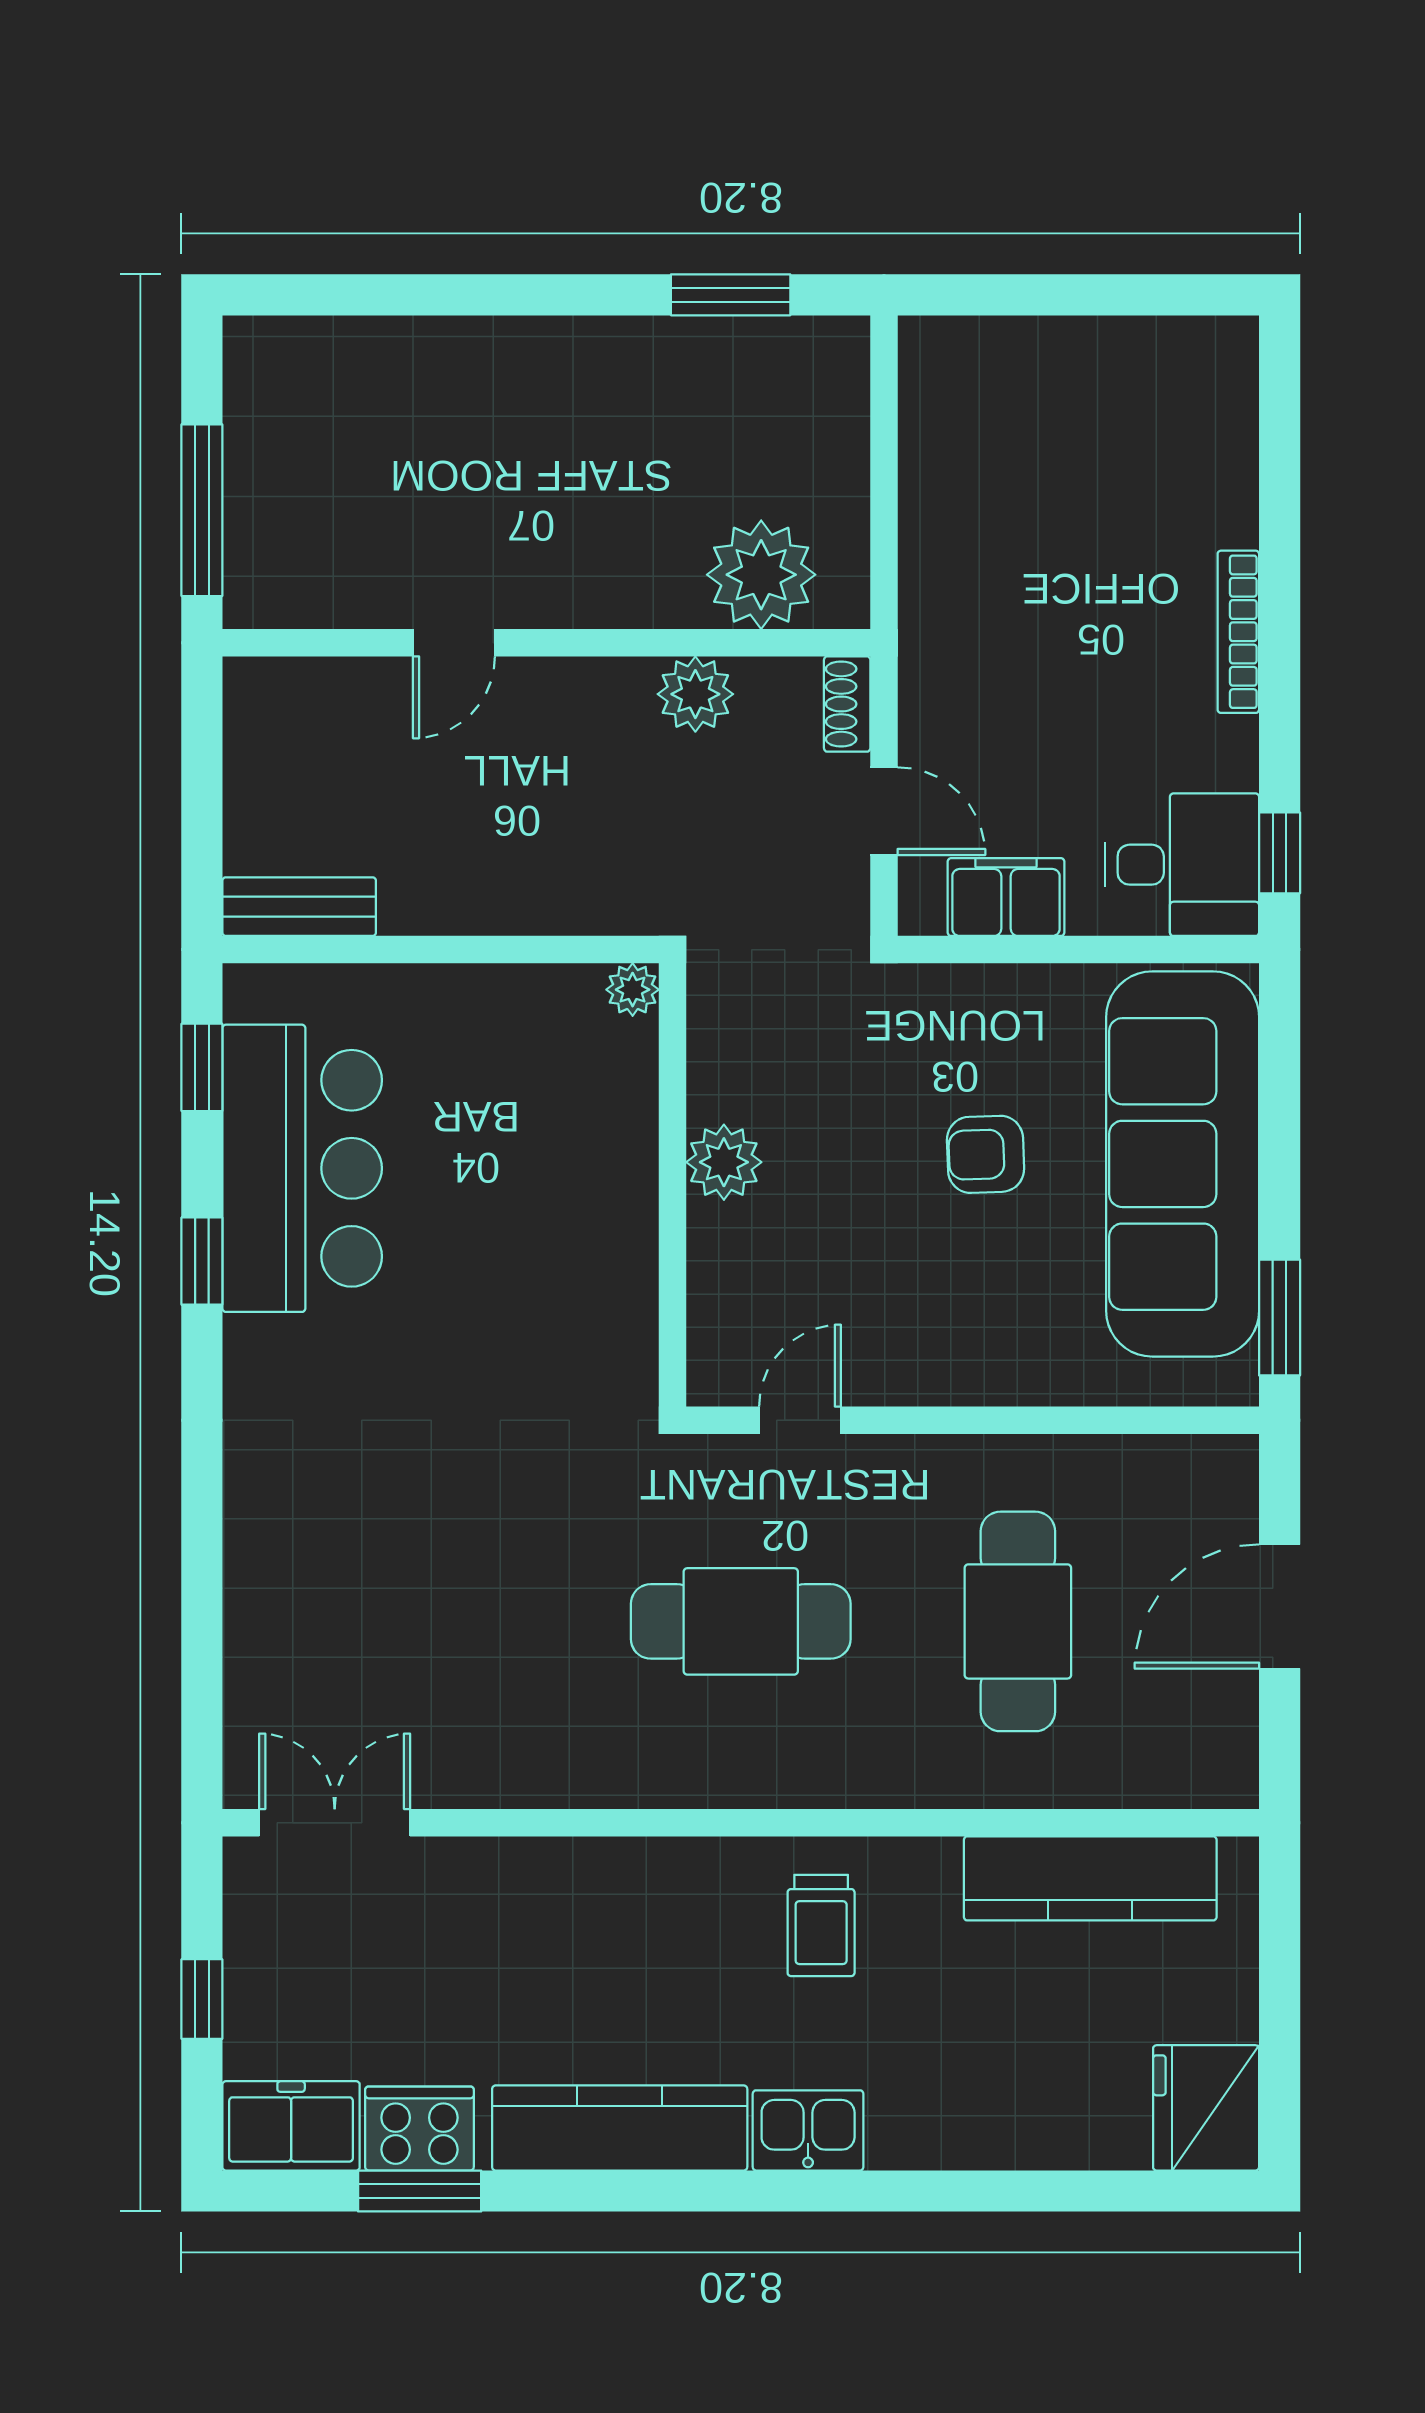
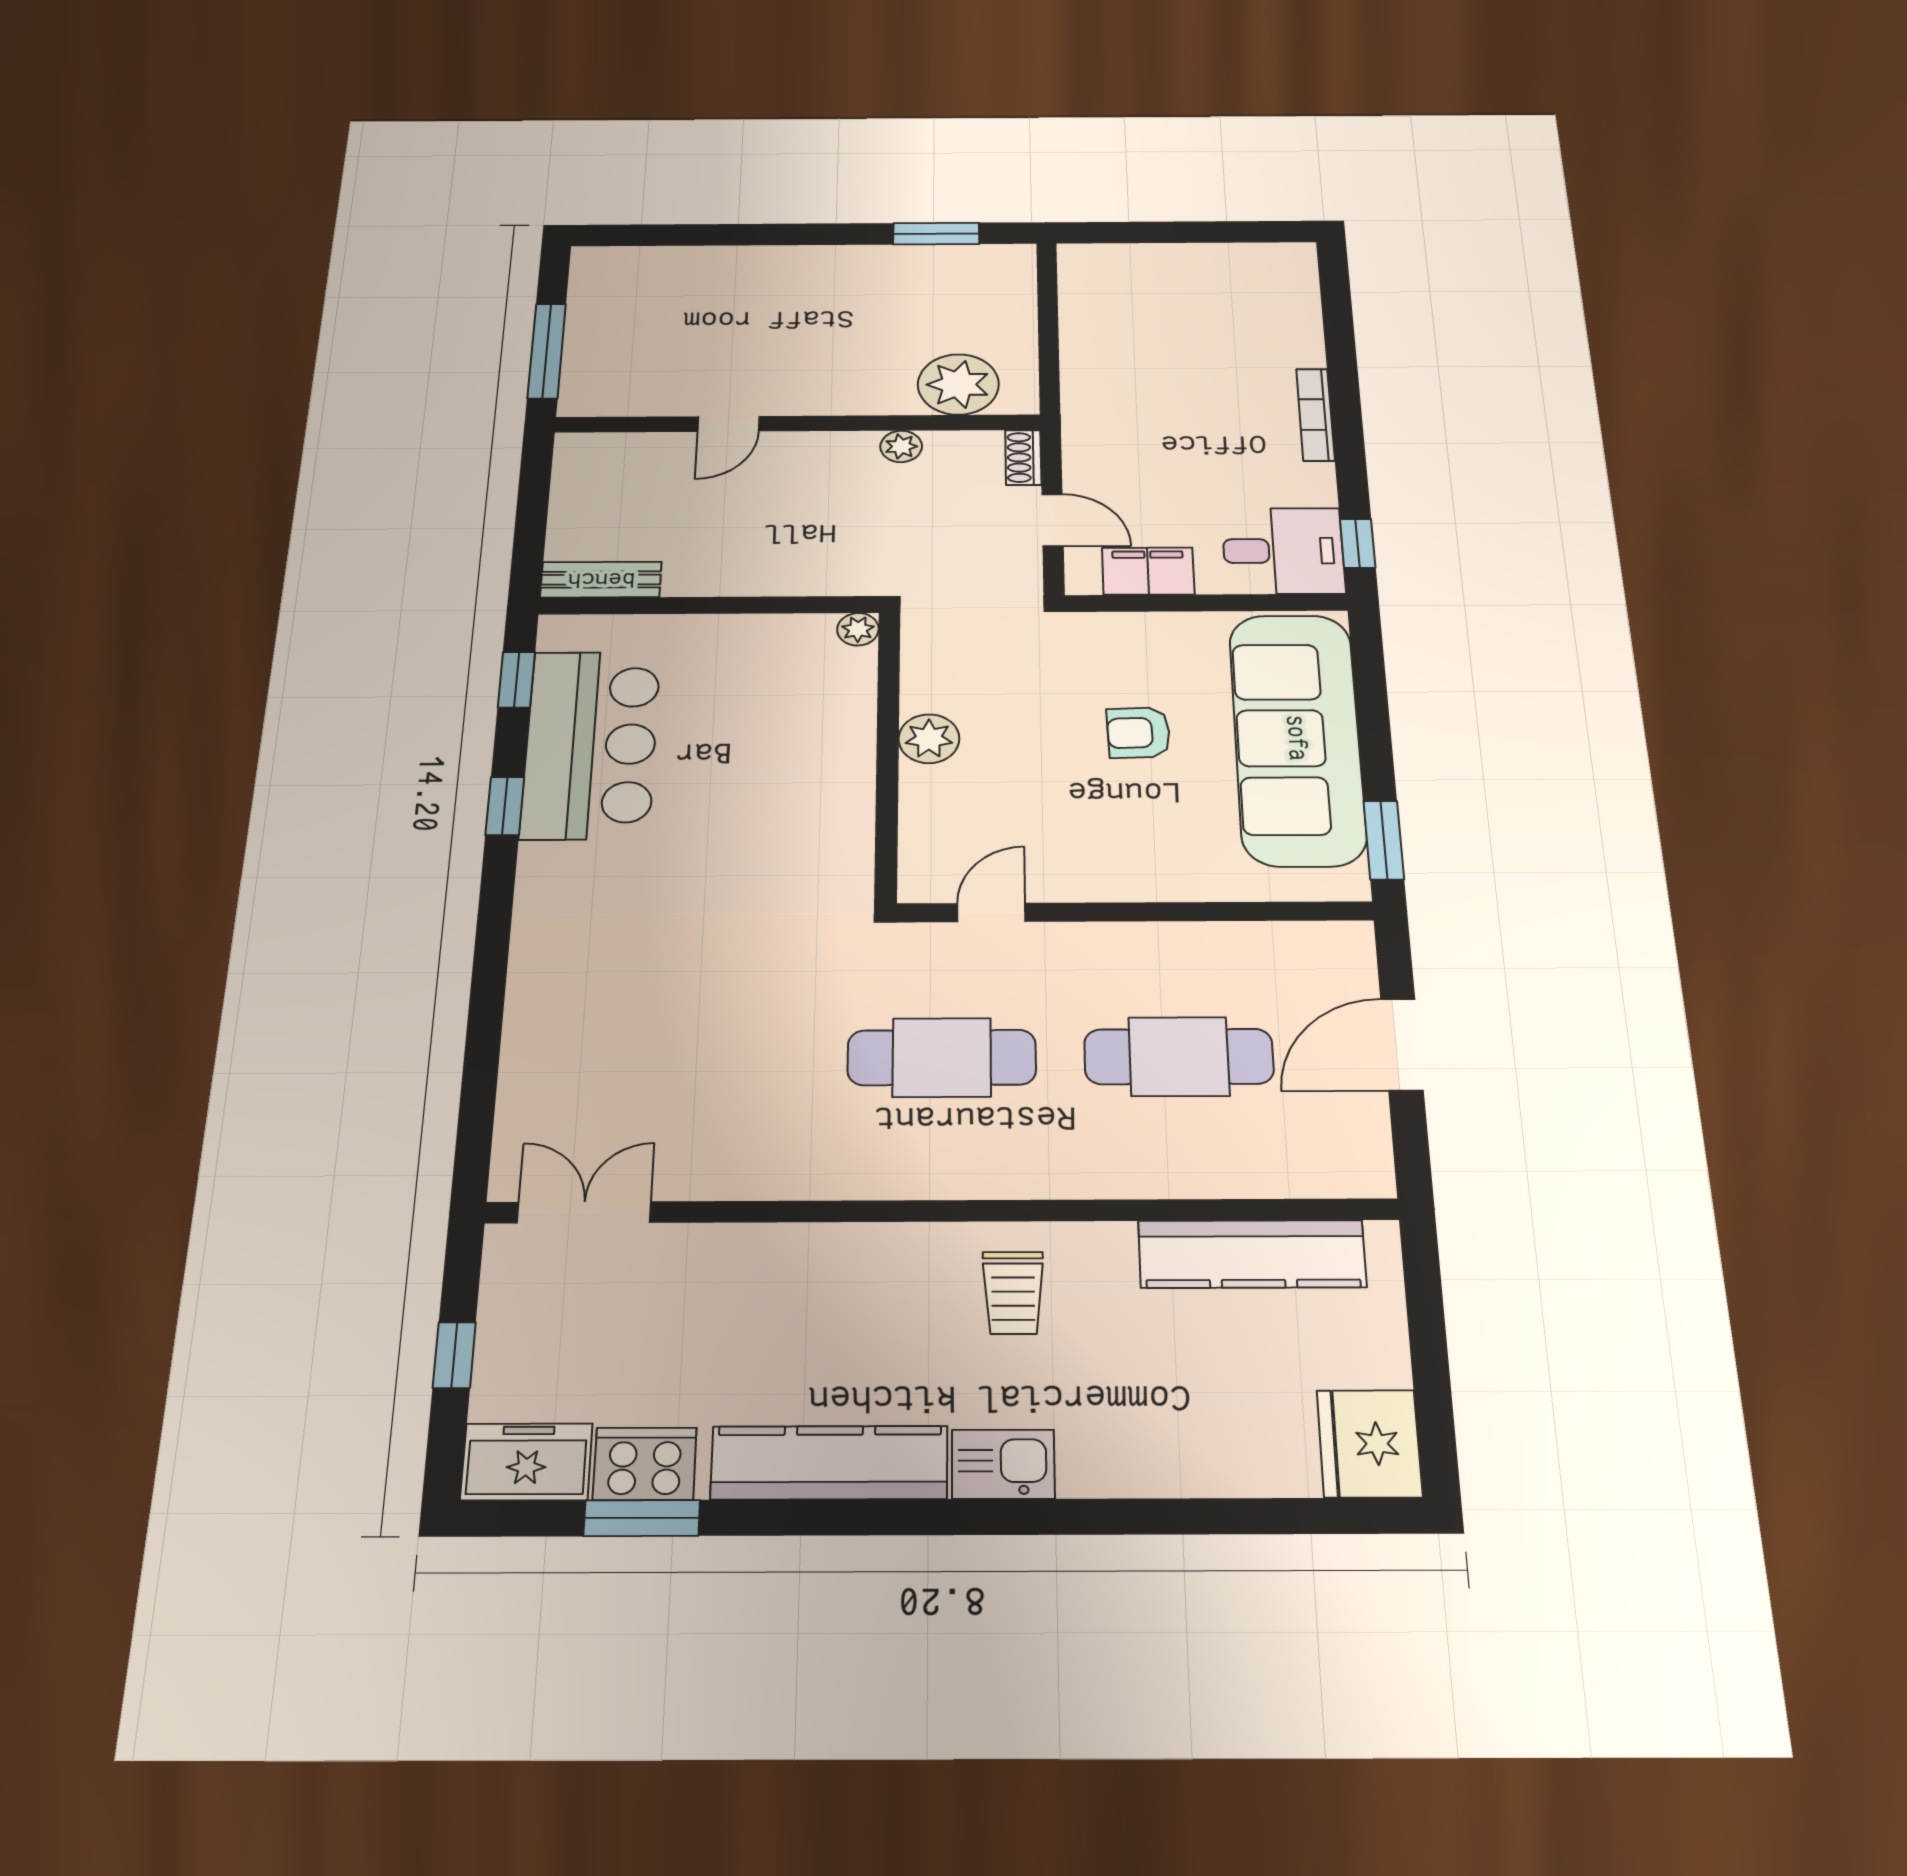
plant: (695, 694) -> (901, 446), width x0.73, depth x0.73
cafe table: (1018, 1621) -> (1179, 1057), turned 90

